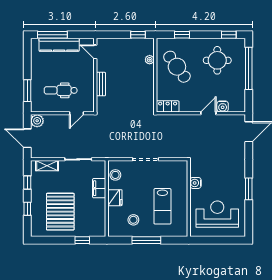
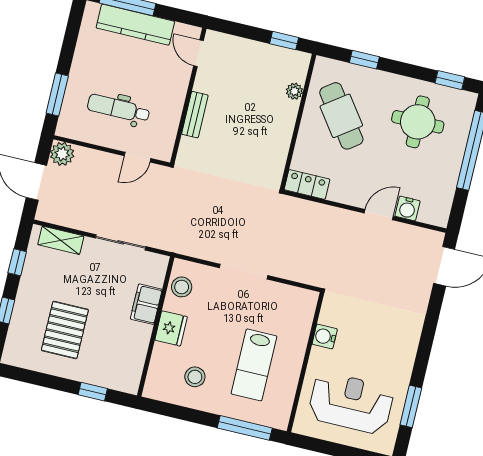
window: (249, 189) -> (411, 406), moved
pallet: (60, 212) -> (65, 330), width x0.73, depth x0.71
window: (146, 240) -> (245, 428), moved

